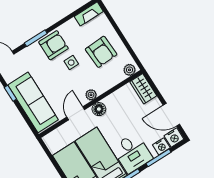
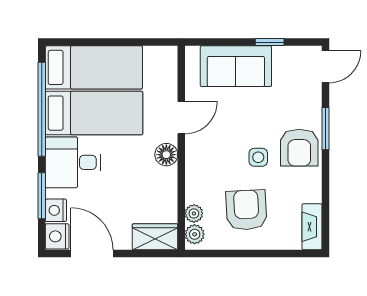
armchair: (101, 52) -> (246, 210), turned 90
plant: (91, 95) -> (194, 213), moved
sofa: (33, 102) -> (236, 66), width x0.73
door: (76, 113) -> (181, 118), hinge flipped
door: (171, 115) -> (92, 254), hinge flipped

